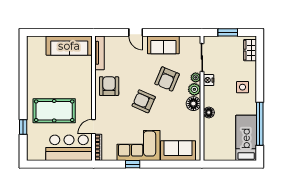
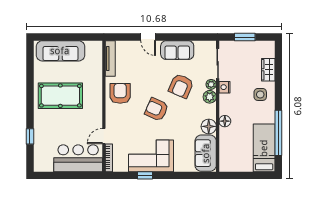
sofa: (69, 46) -> (60, 51), moved
wardrobe: (250, 50) -> (268, 70), moved
floor lamp: (193, 104) -> (209, 126), moved
pool table: (54, 111) -> (60, 96), moved
sofa: (178, 151) -> (206, 153), moved, turned -90

